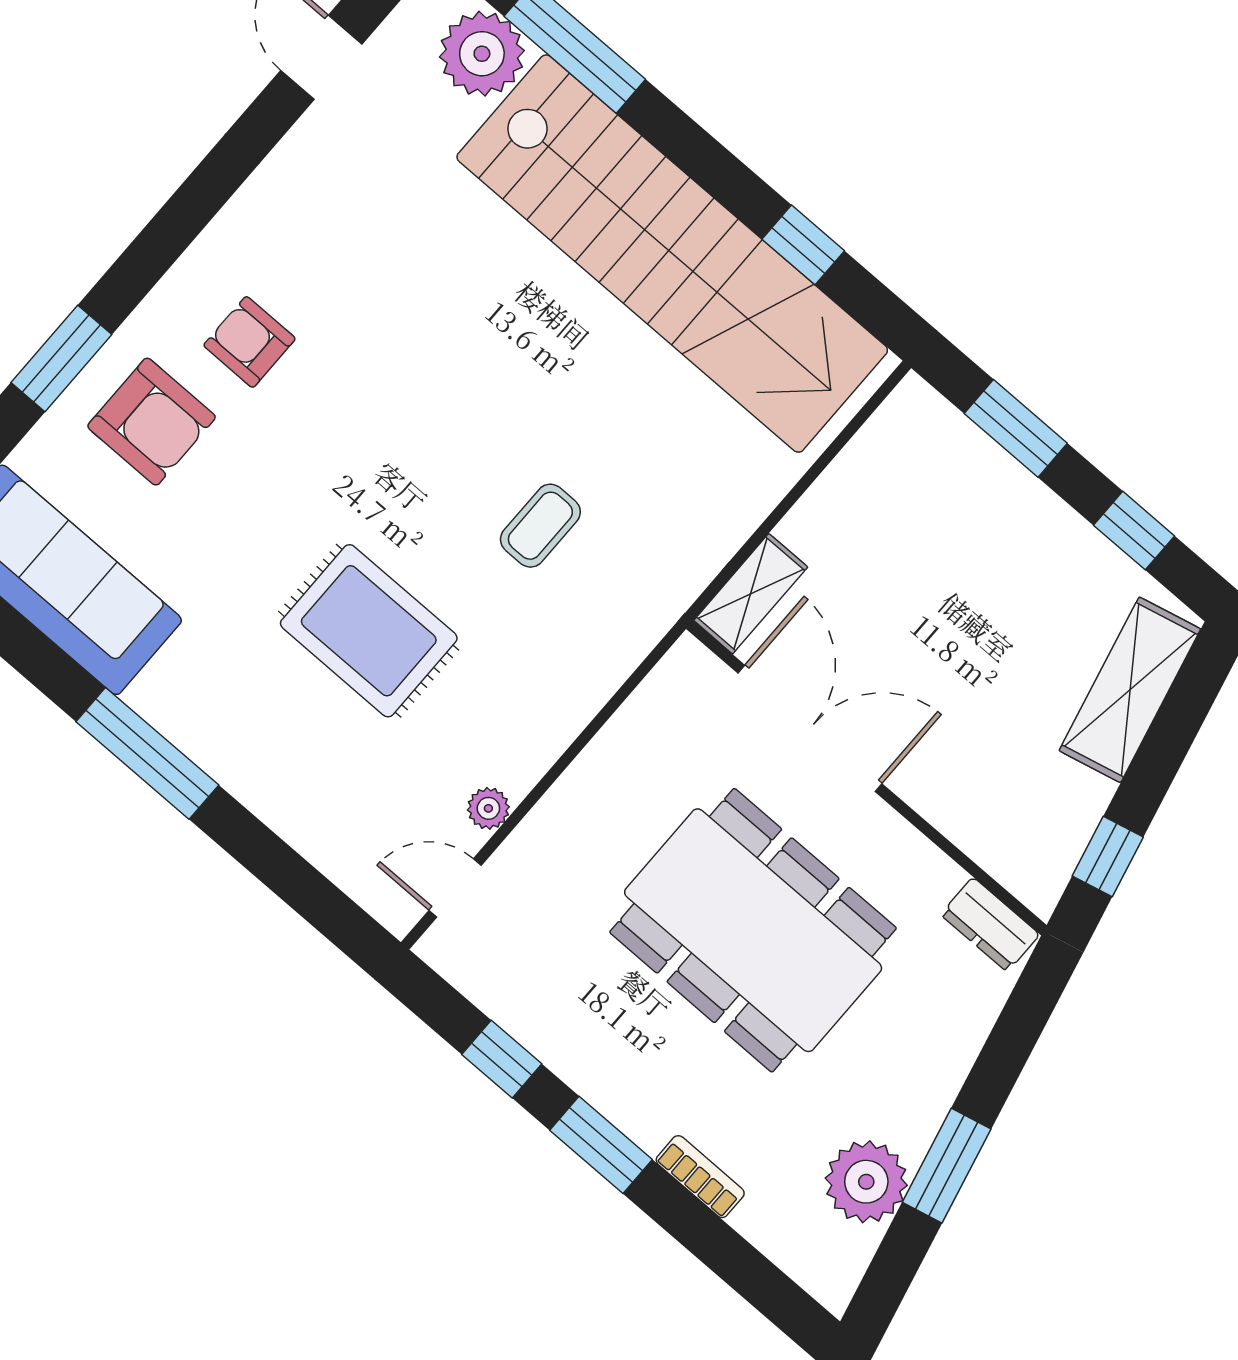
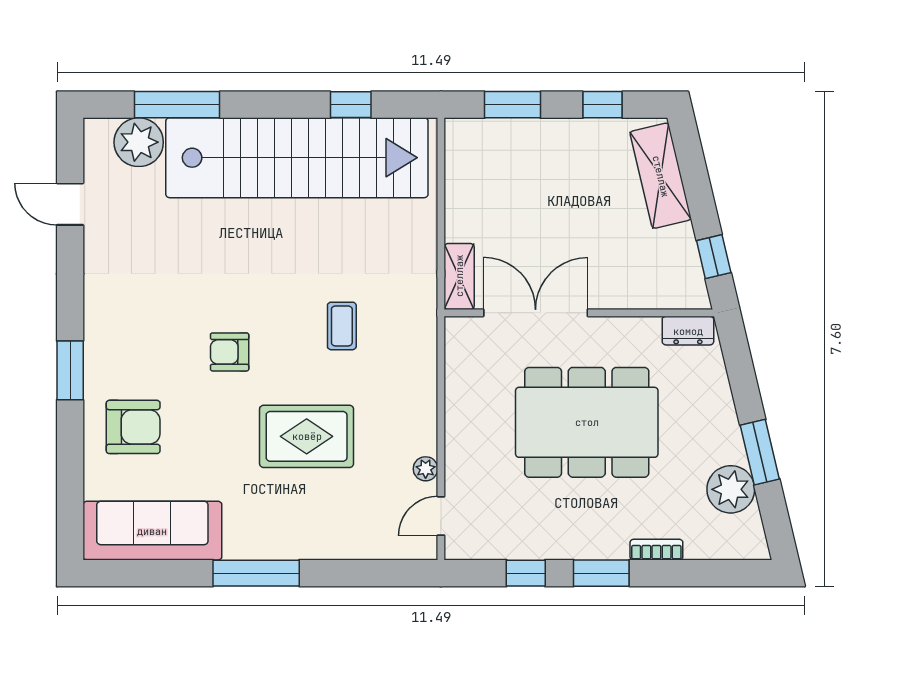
armchair: (250, 342) -> (230, 352), moved
window: (61, 358) -> (70, 370), moved

